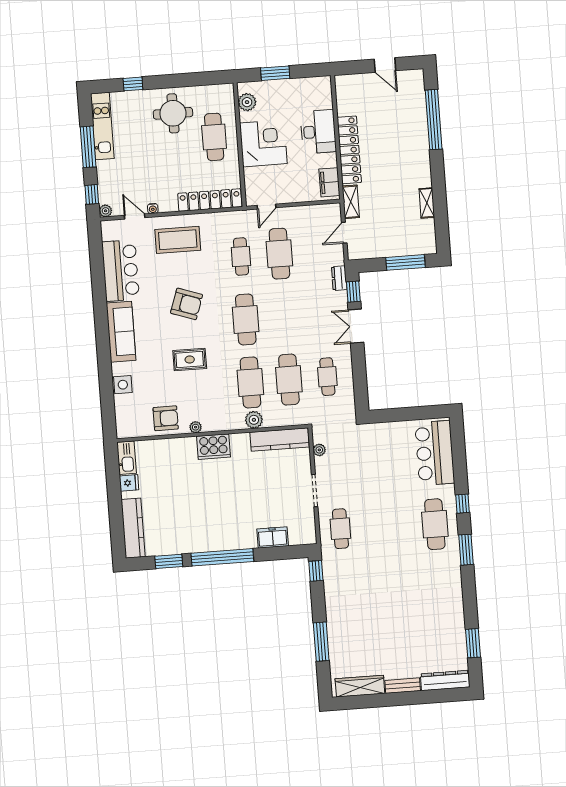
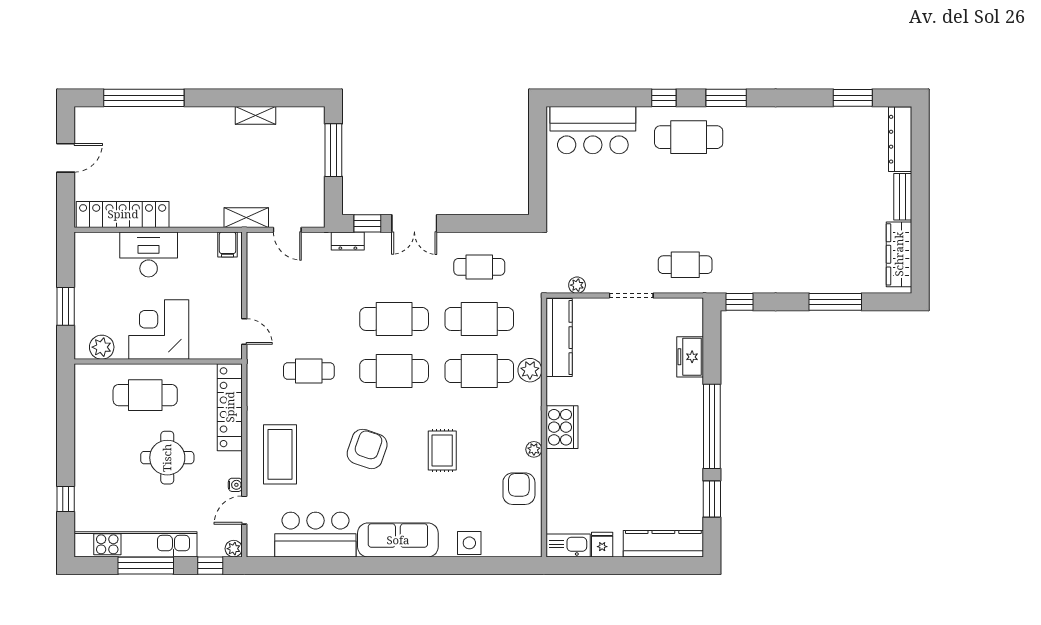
round table: (173, 113) -> (167, 458), moved
kitchen unit: (102, 126) -> (135, 544), width x1.36
locker: (349, 150) -> (123, 214), moved
filing cabinet: (329, 182) -> (228, 245), width x0.50
cafe table: (279, 254) -> (394, 319), moved

